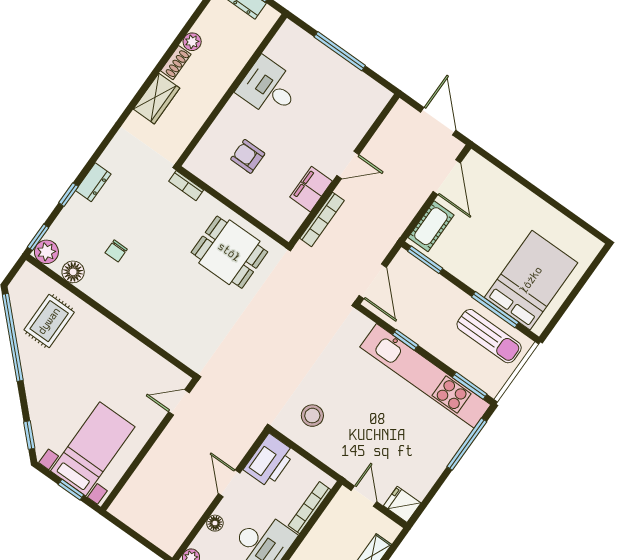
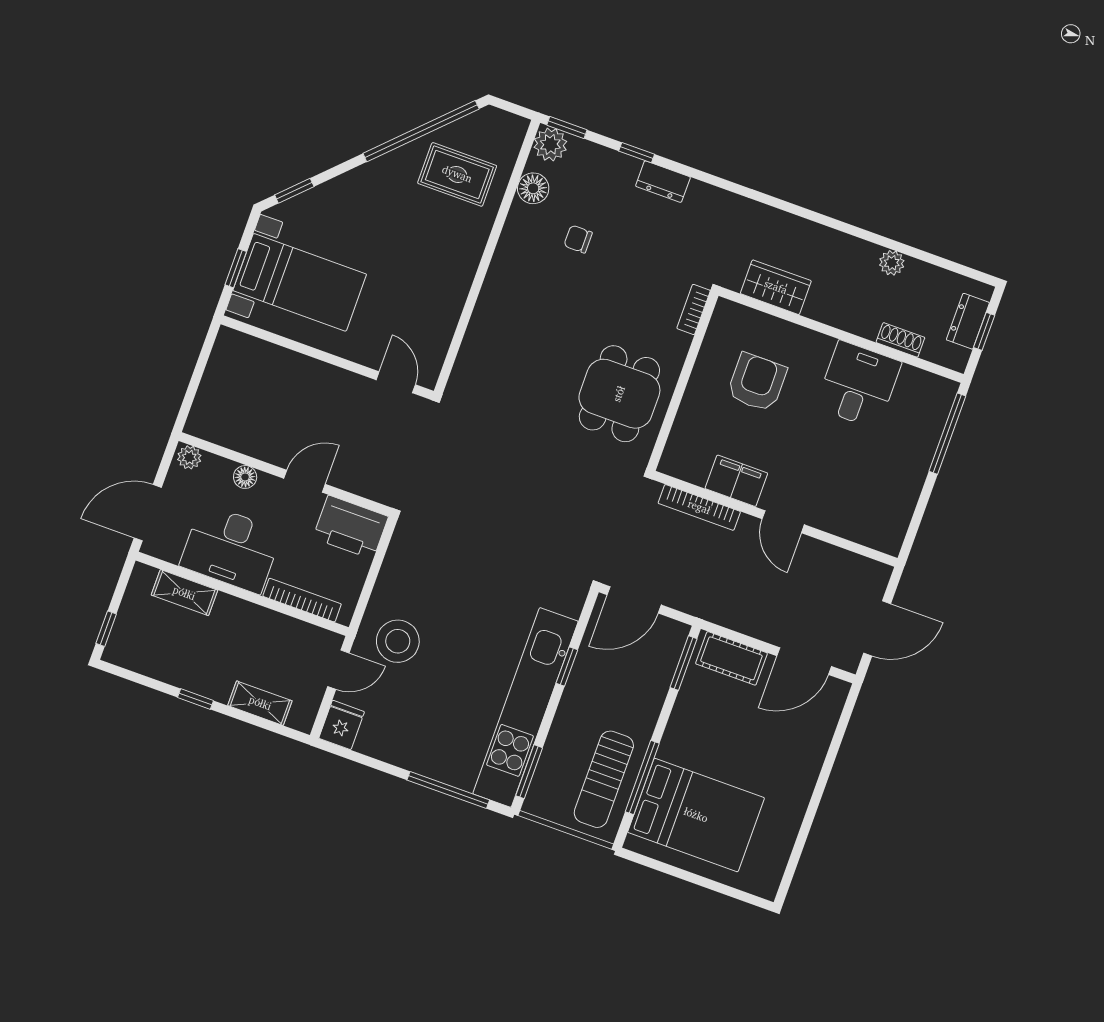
window: (340, 51) -> (947, 434), moved
shoe rack: (176, 63) -> (900, 340), moved, turned 180
wardrobe: (156, 99) -> (776, 287), moved, turned 180
armchair: (248, 156) -> (757, 382), width x1.38, depth x1.38
stool: (312, 416) -> (398, 641), moved, width x1.38, depth x1.38

